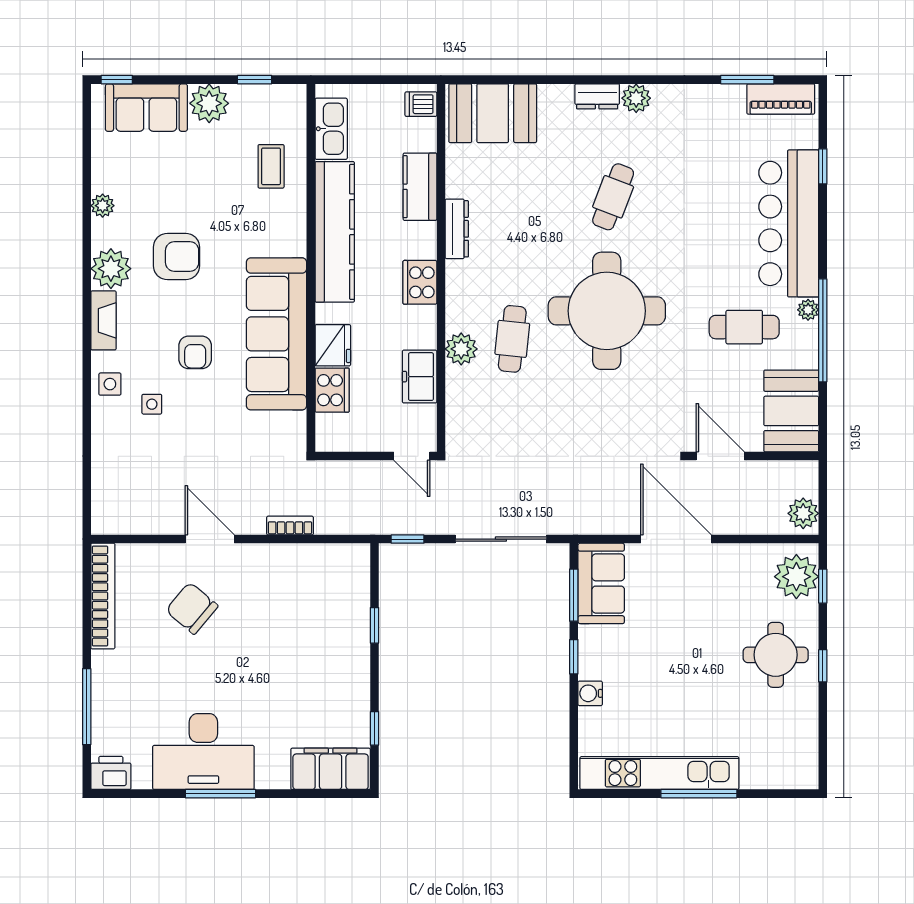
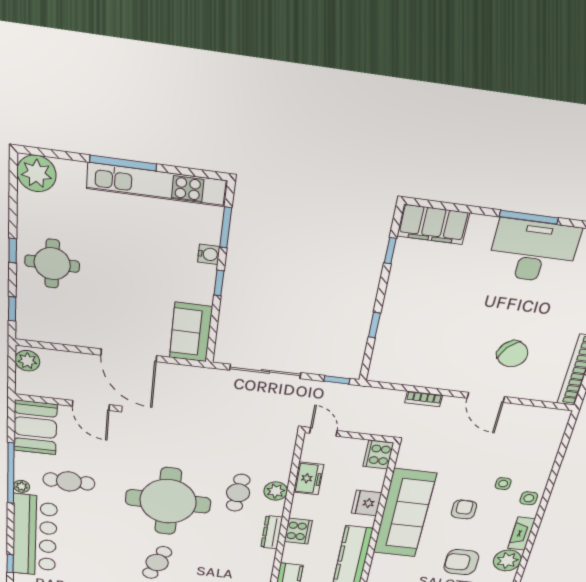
dresser: (457, 229) -> (272, 532), moved
cooker: (332, 390) -> (378, 455), moved
plant: (796, 577) -> (37, 173), moved
window: (574, 595) -> (226, 227), moved

